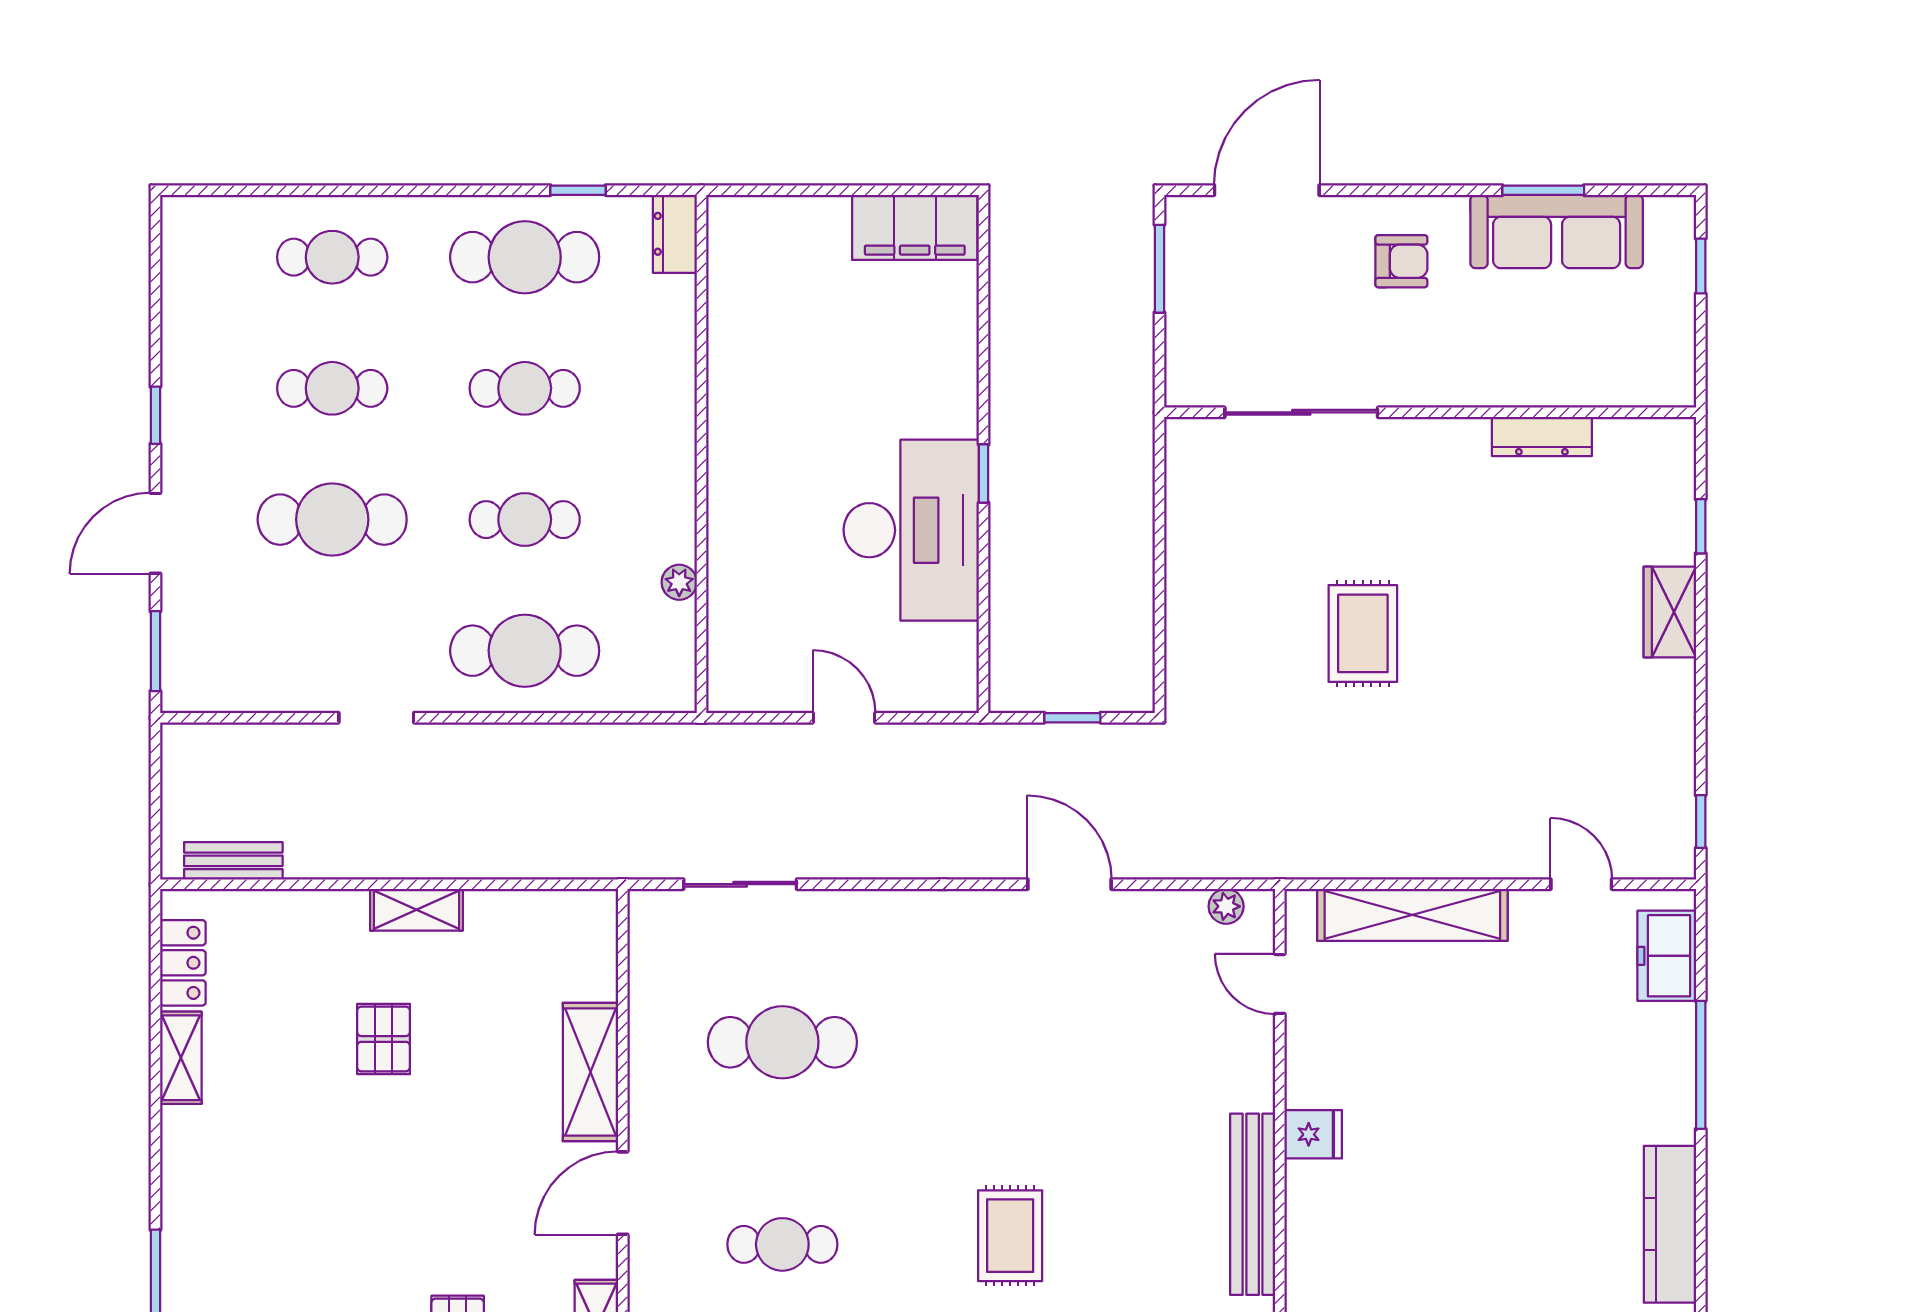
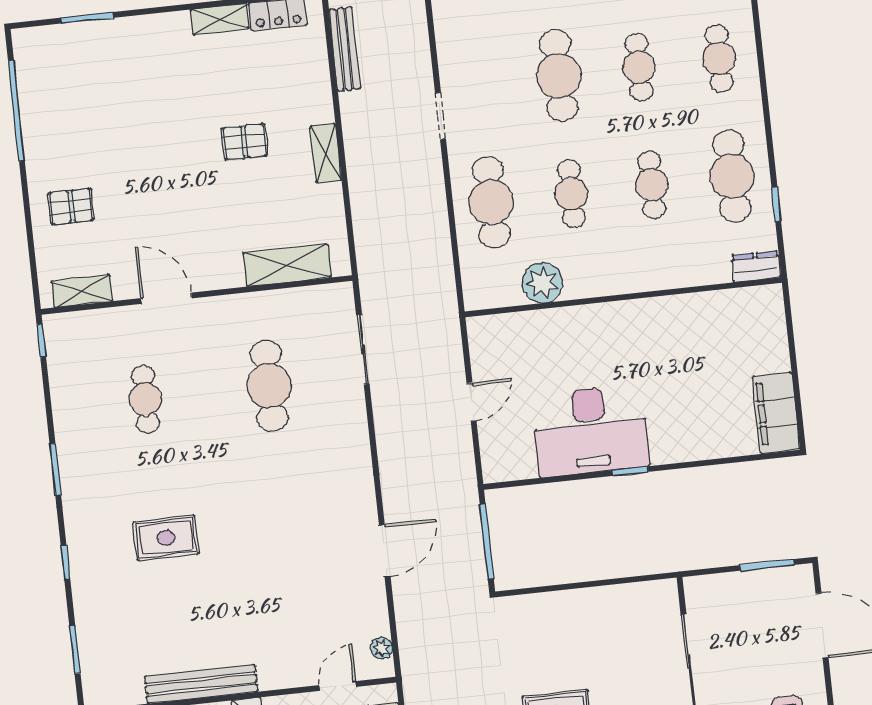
plant: (679, 582) -> (542, 283), width x1.87, depth x1.87
window: (1072, 718) -> (487, 542), width x2.17
bench: (233, 861) -> (345, 49), width x1.36
shelving: (590, 1072) -> (287, 265), moved

